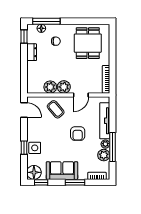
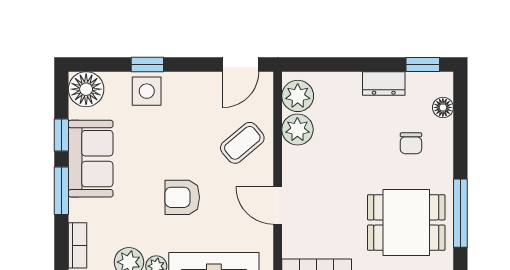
window: (46, 21) -> (460, 213), moved
plant: (64, 87) -> (298, 96), moved
window: (41, 182) -> (61, 135), moved

